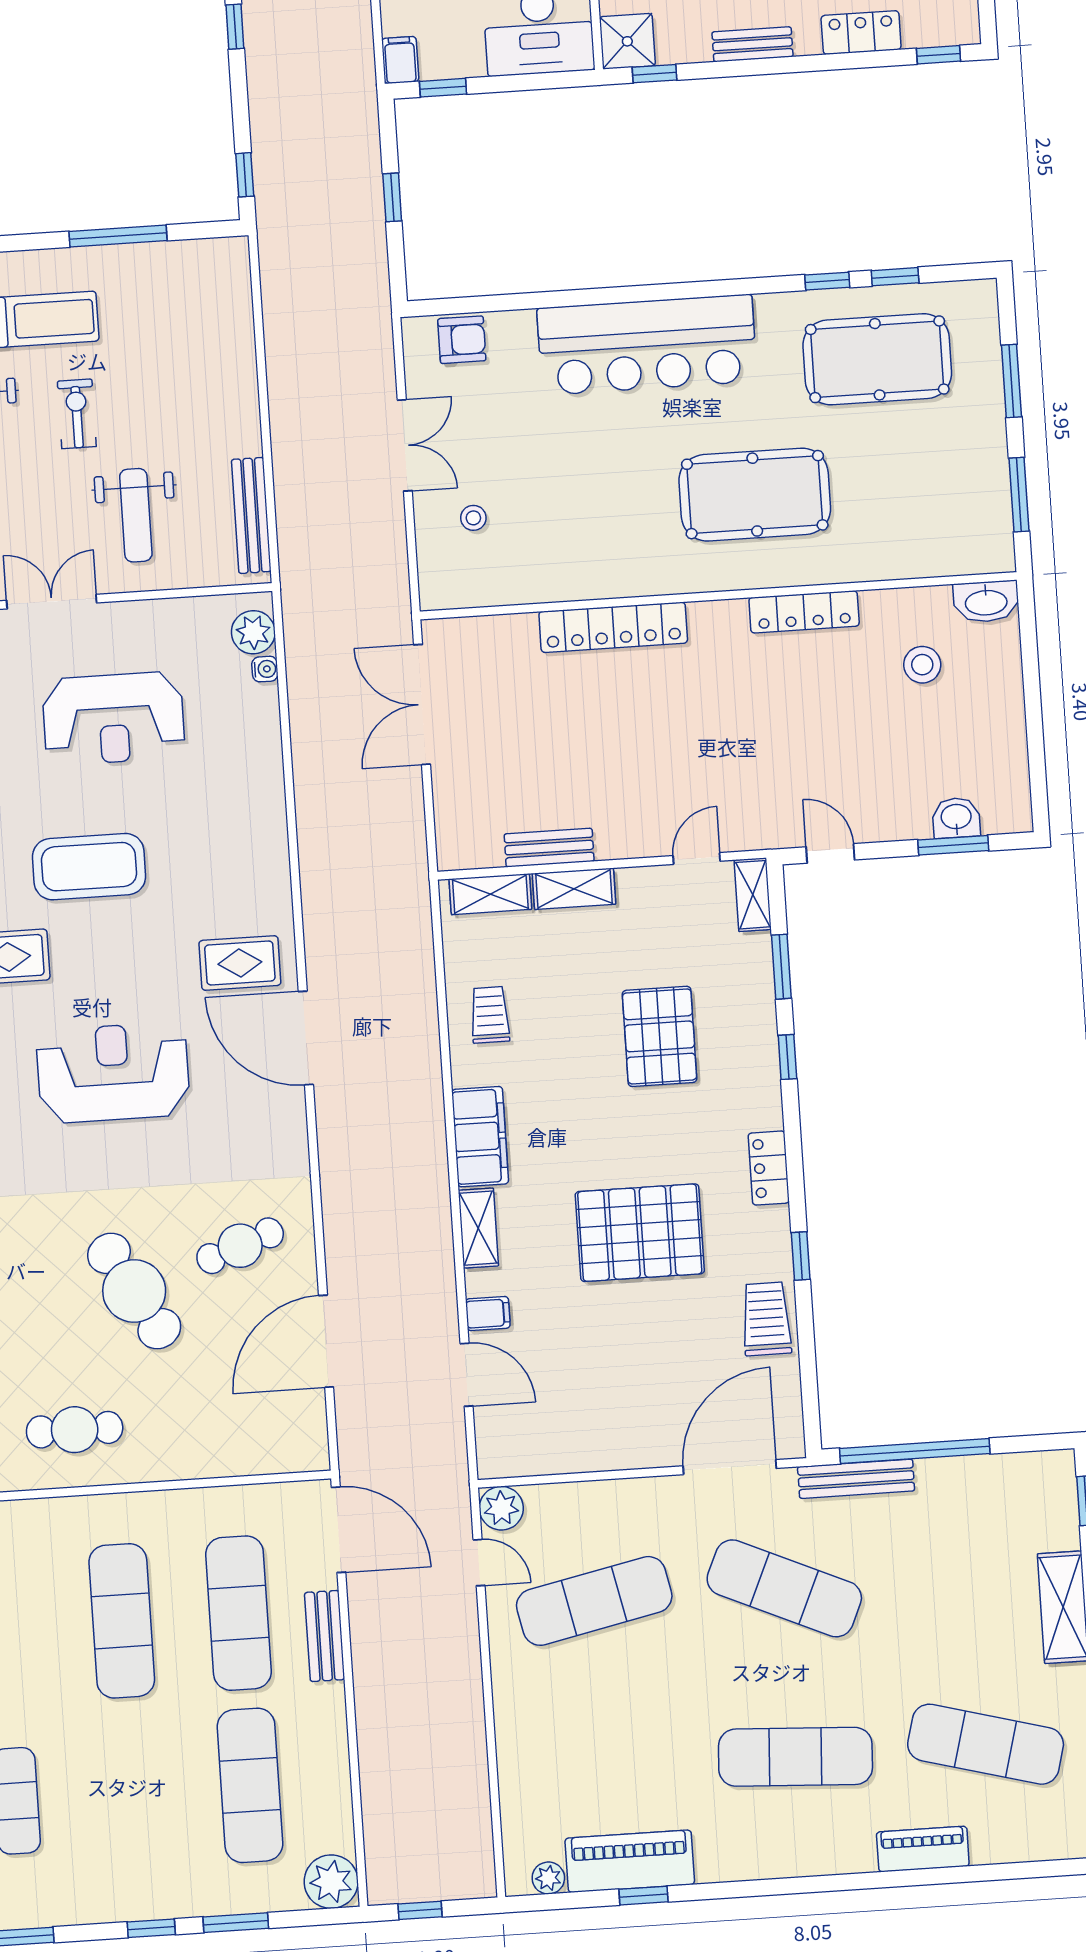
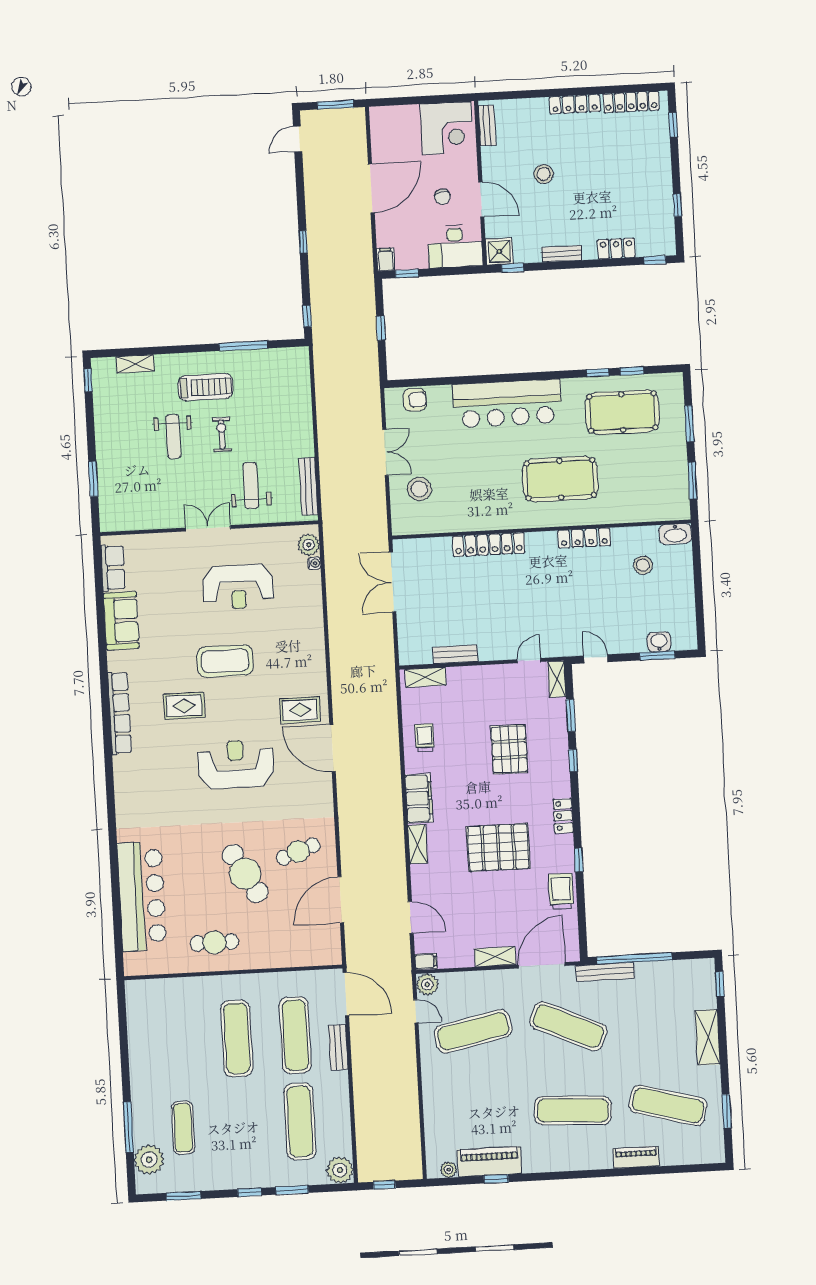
weight bench: (136, 515) -> (251, 486), turned 180
stool: (473, 518) -> (419, 489), width x1.89, depth x1.89
shelving: (574, 889) -> (495, 957), moved
filing cabinet: (488, 1313) -> (426, 962), moved

